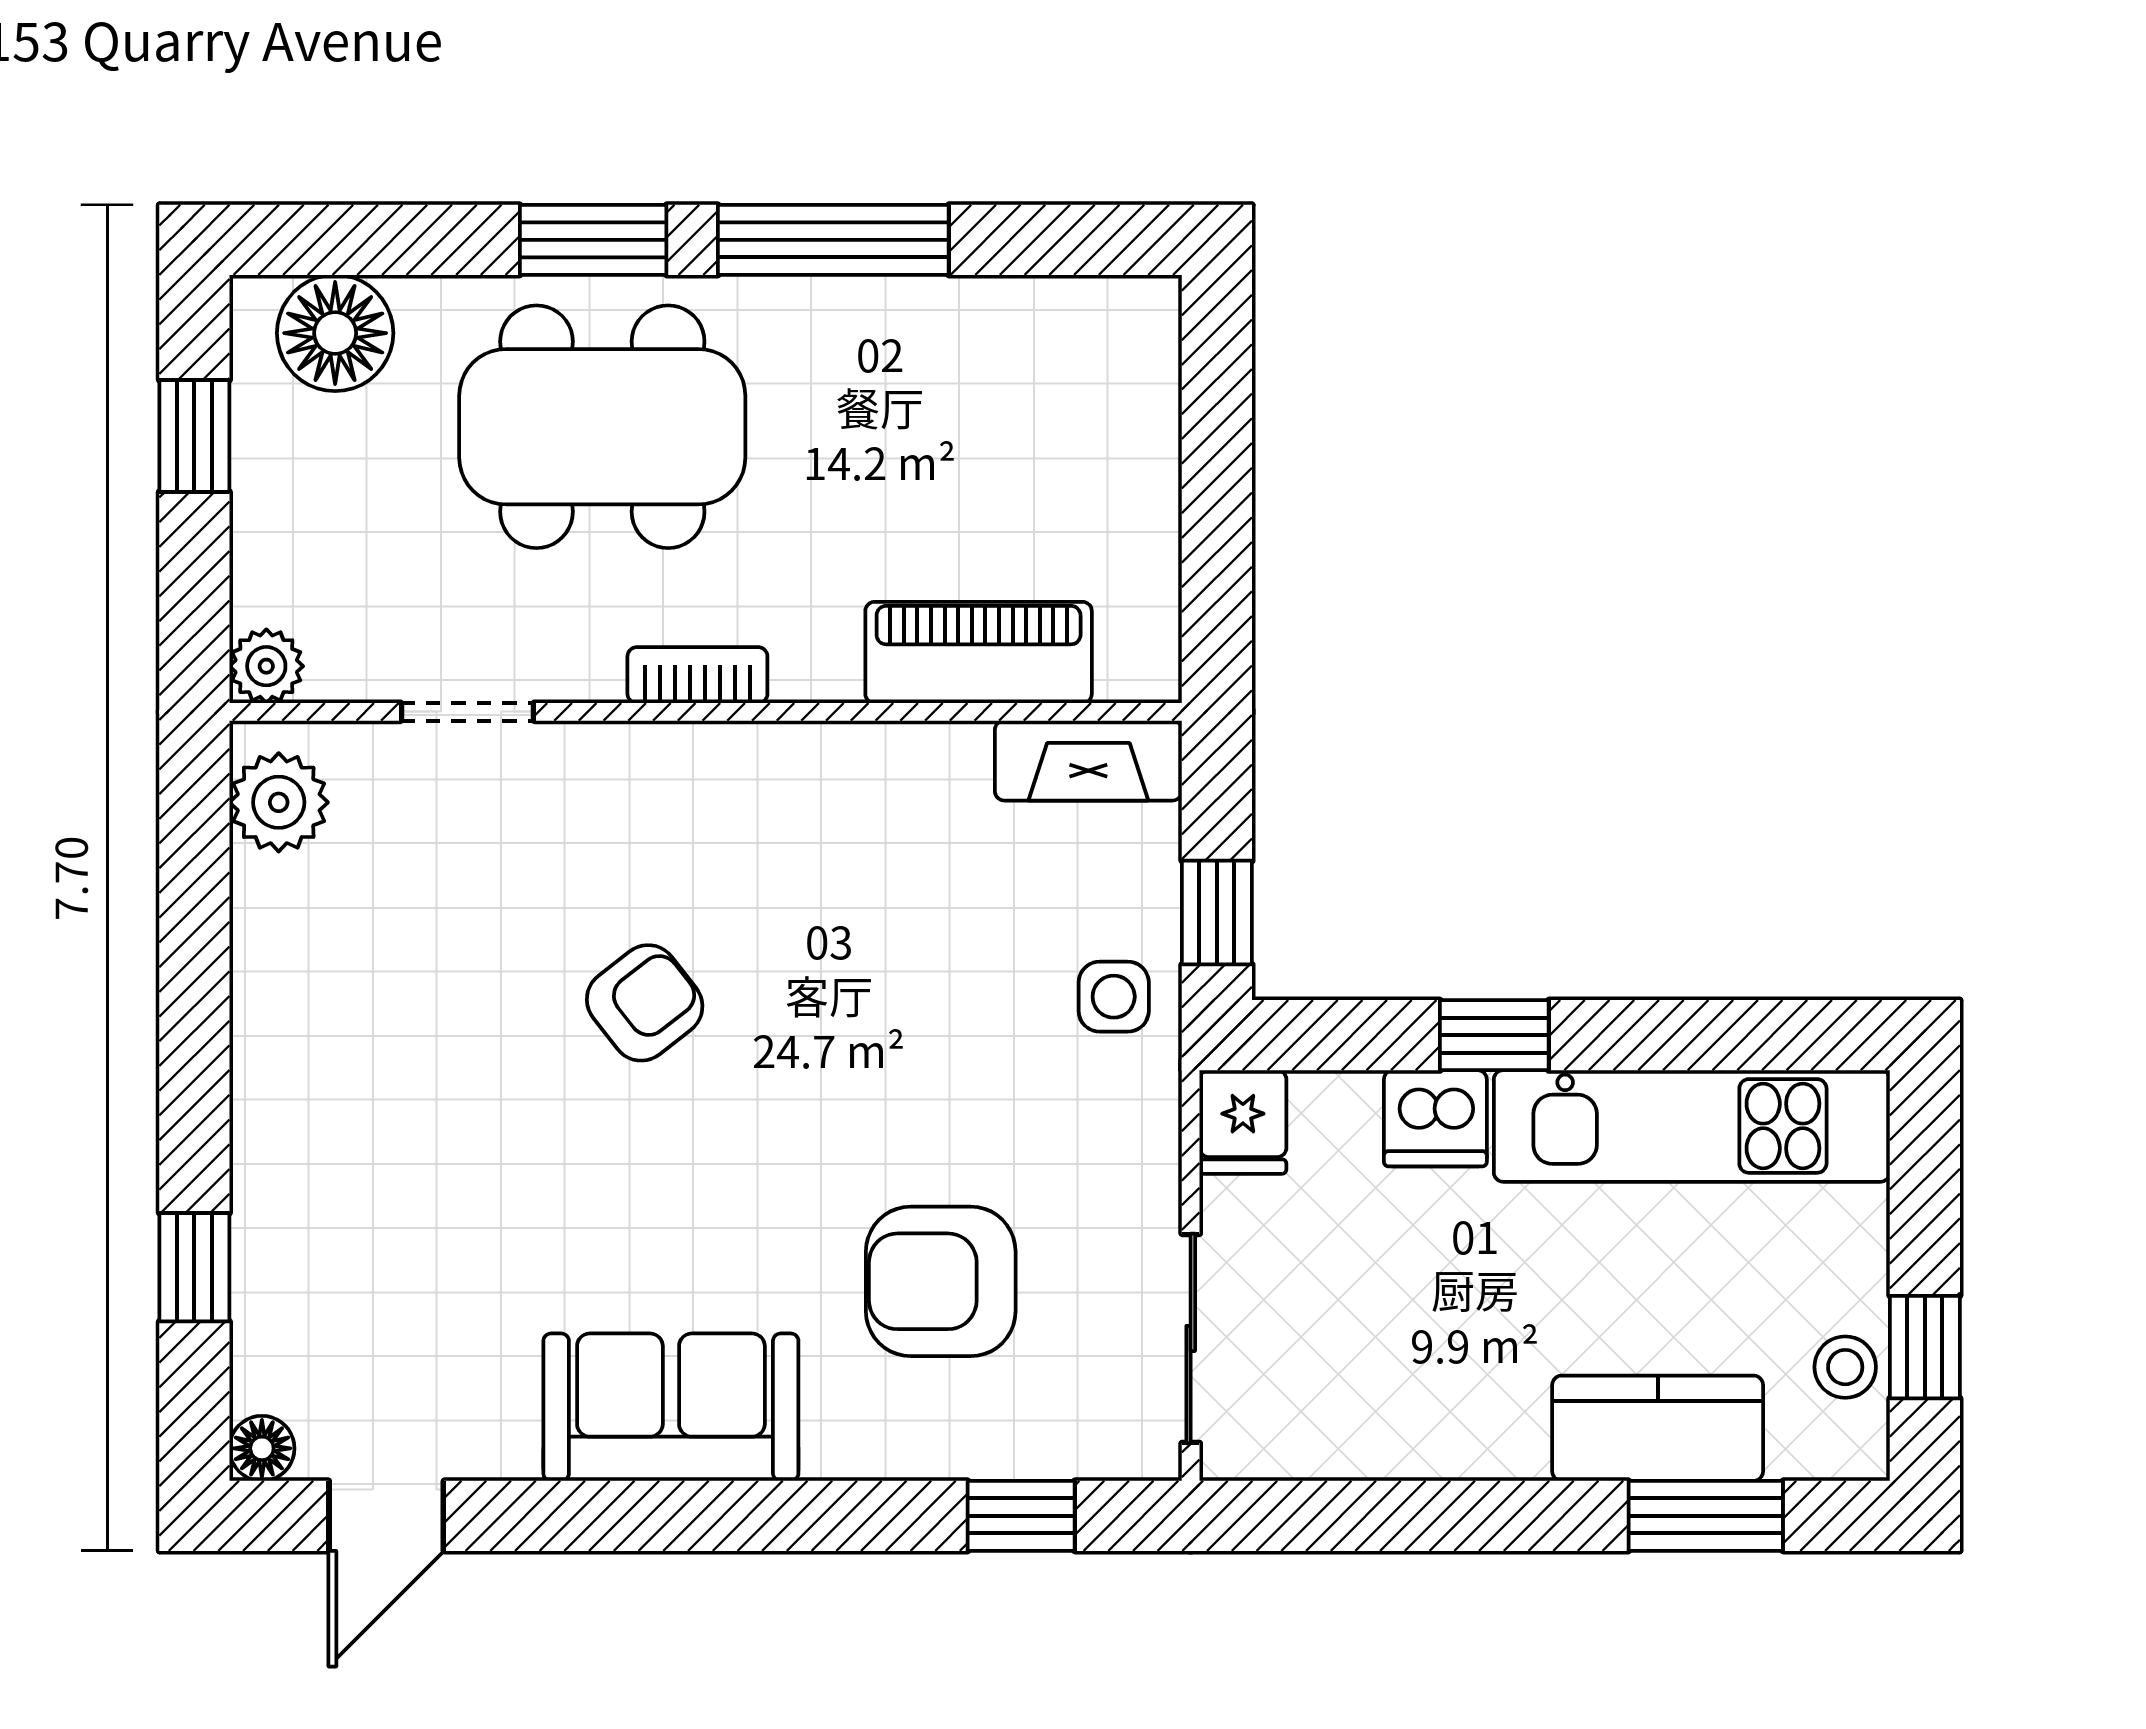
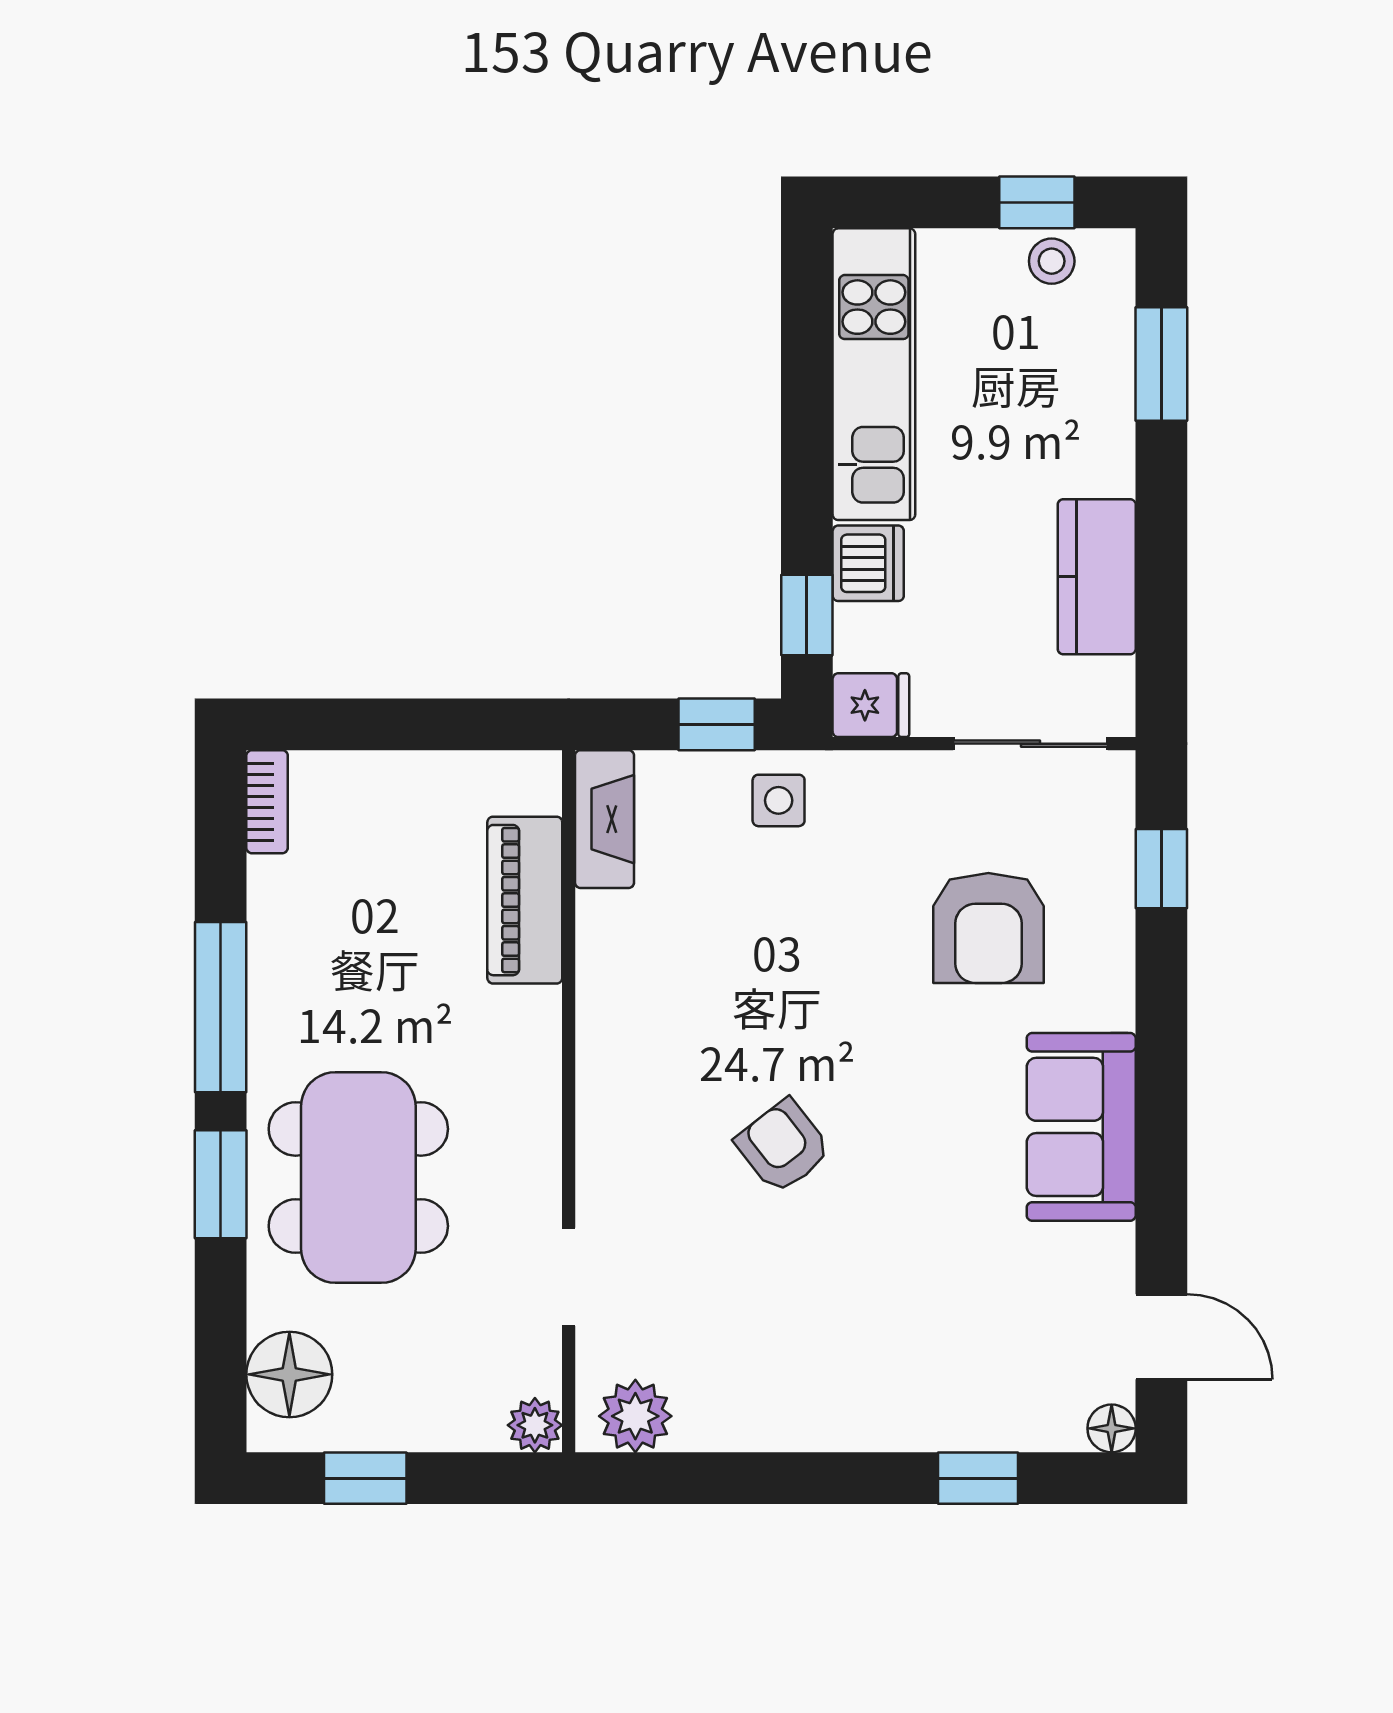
bookcase: (697, 675) -> (267, 802), moved, turned 180
window: (1494, 1035) -> (807, 615), moved
kitchen counter: (1658, 1428) -> (1097, 577), moved

